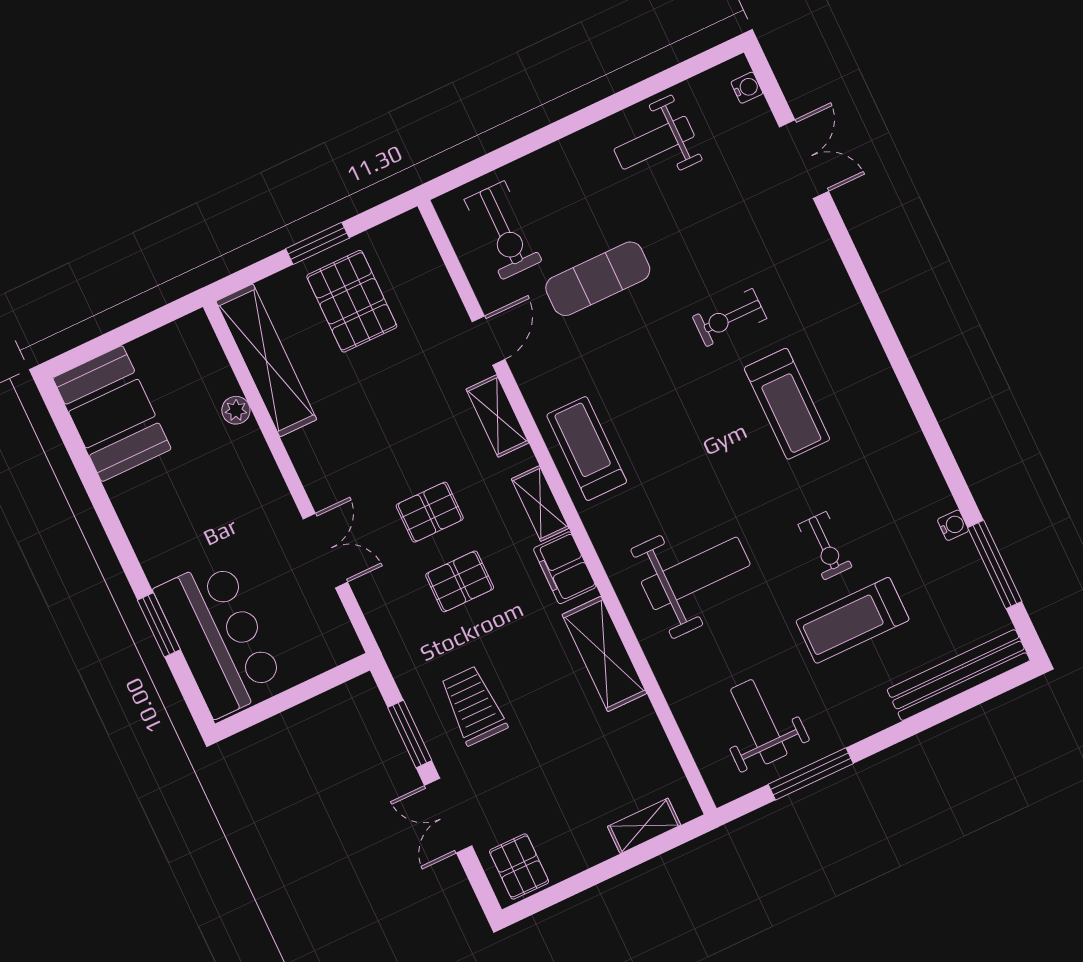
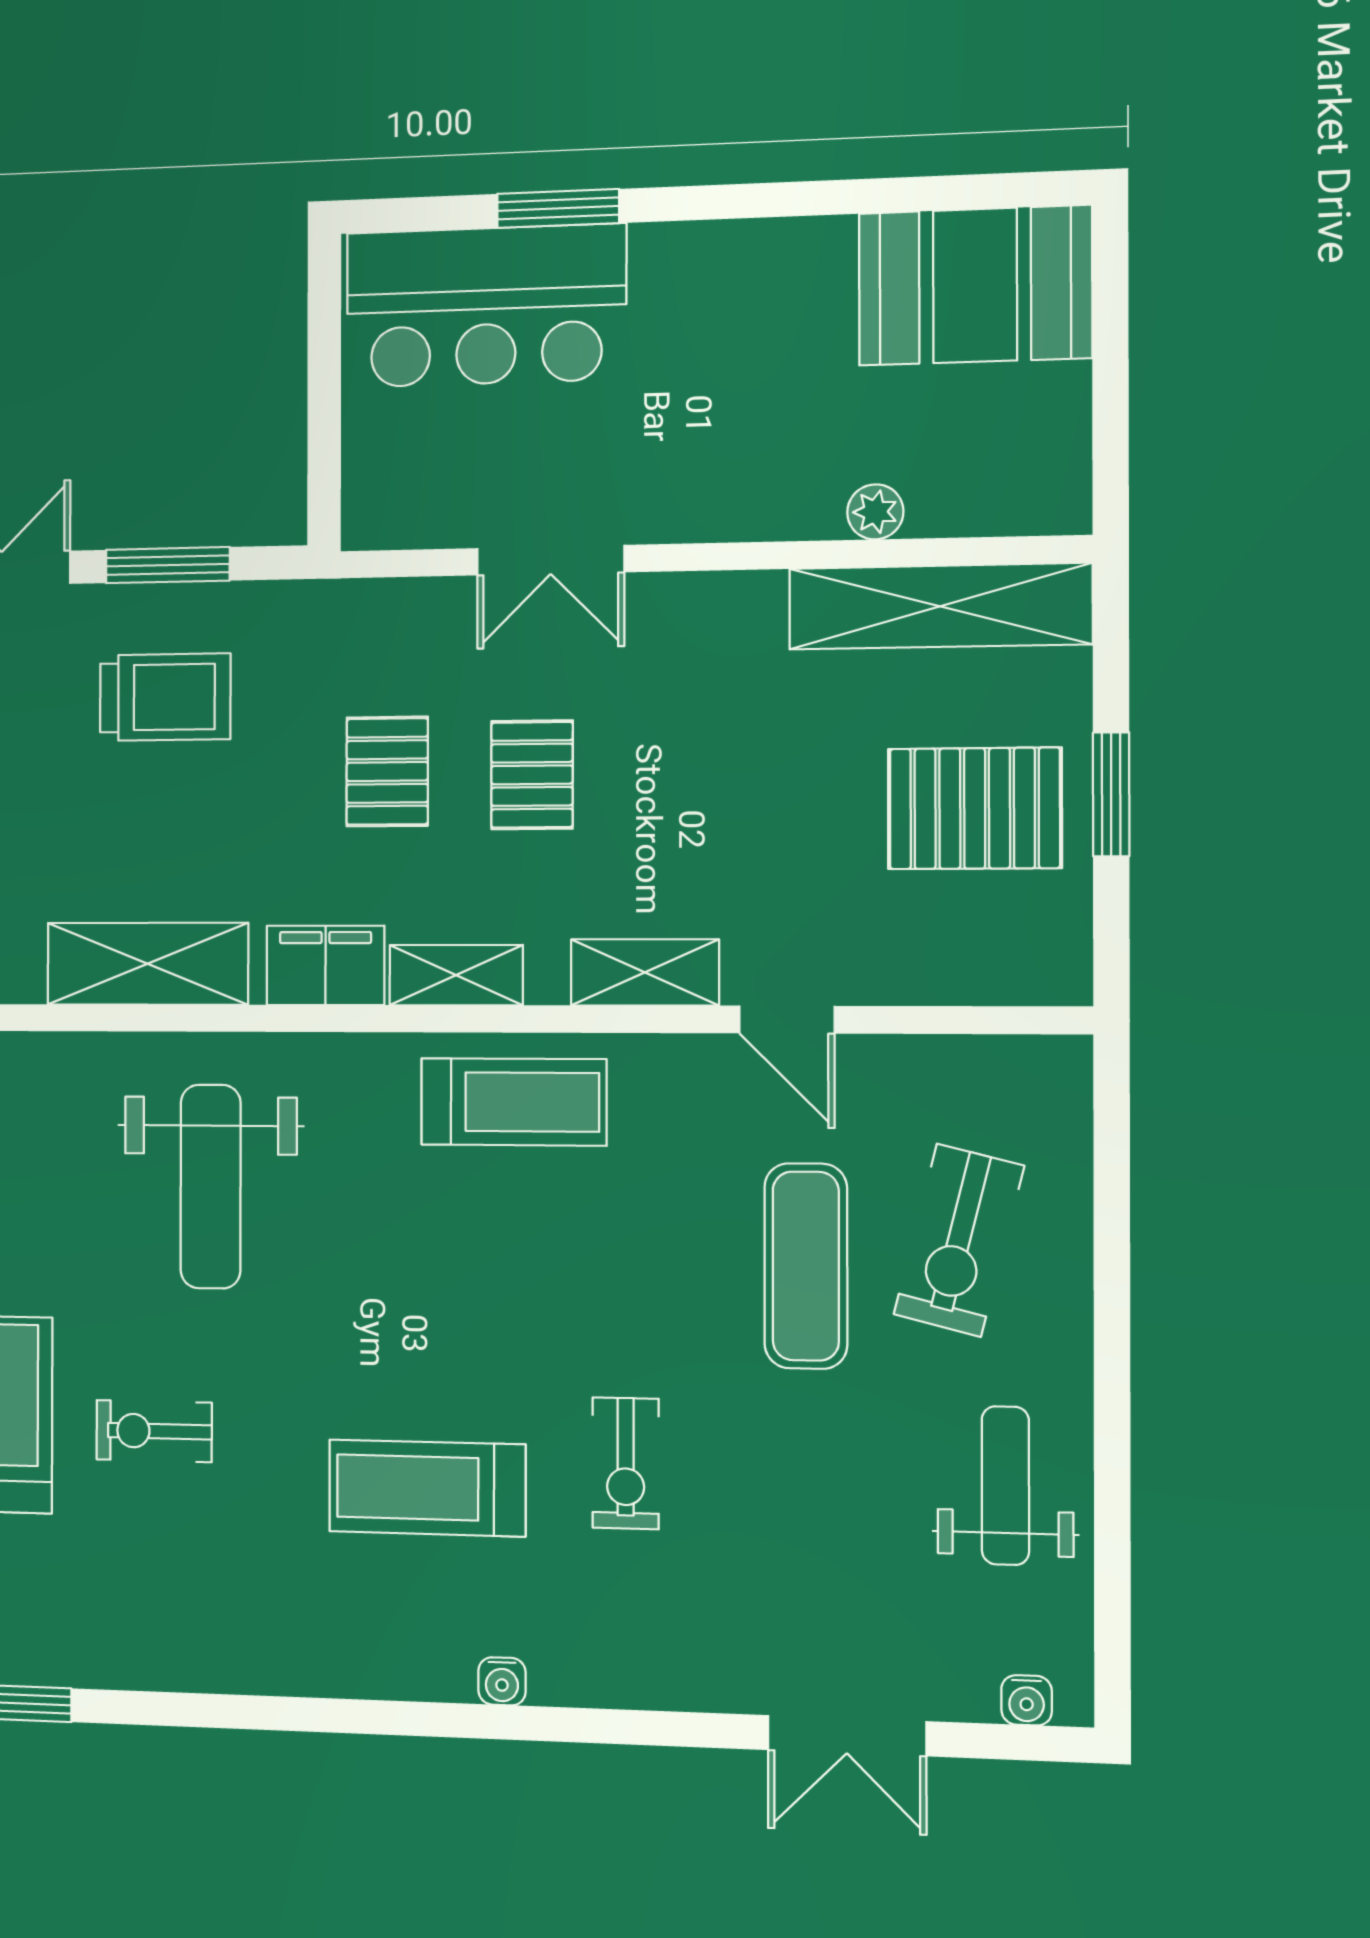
exercise bike: (503, 230) -> (959, 1240), moved, turned -76
exercise bike: (729, 318) -> (626, 1463), turned 180
water cooler: (953, 525) -> (502, 1681), moved

